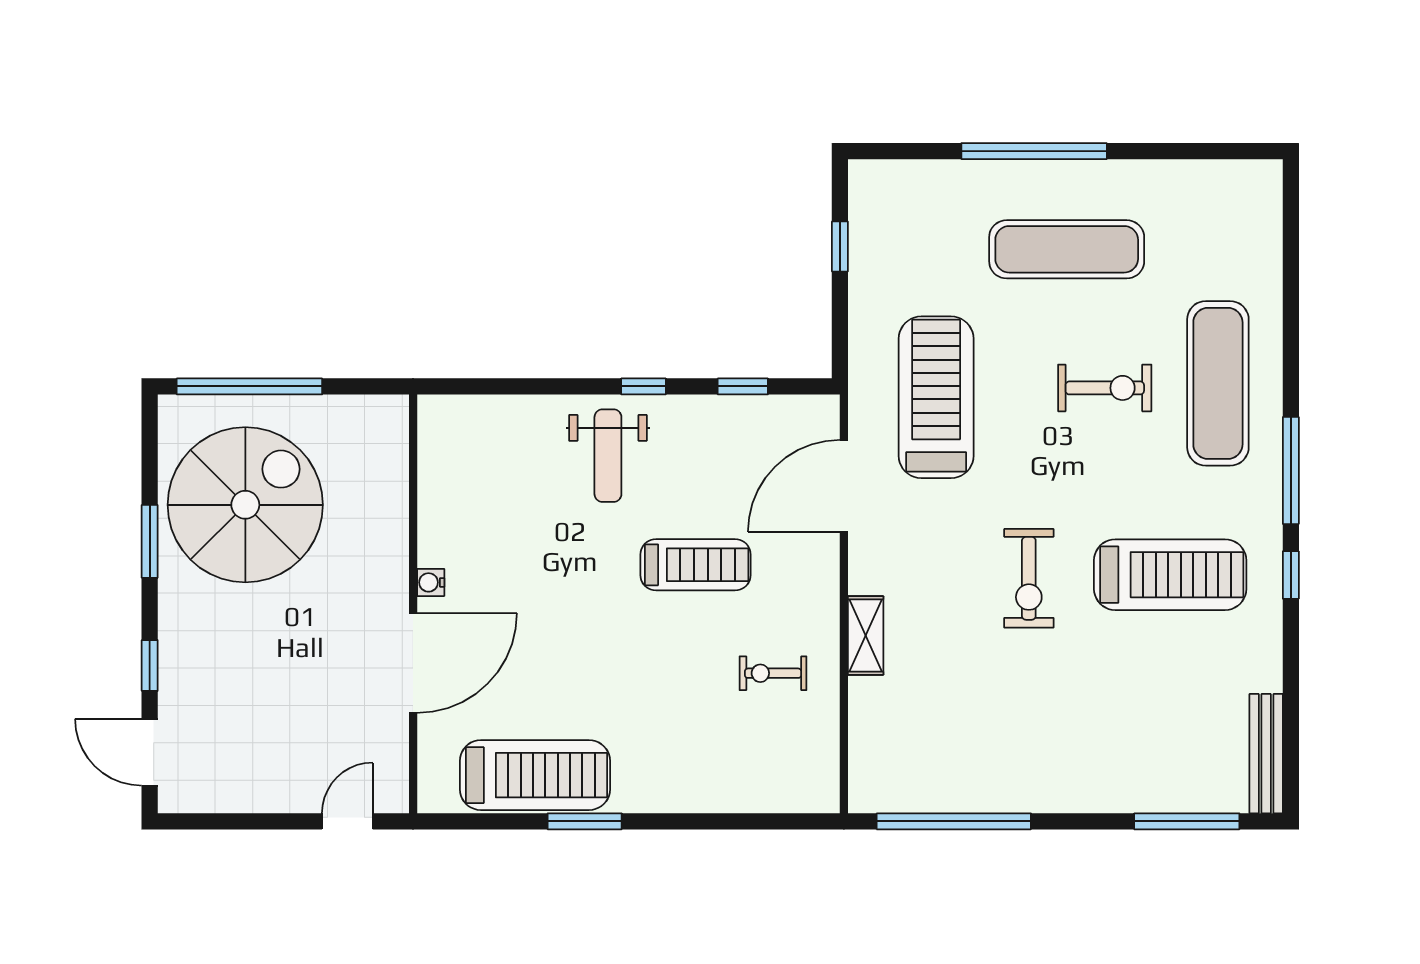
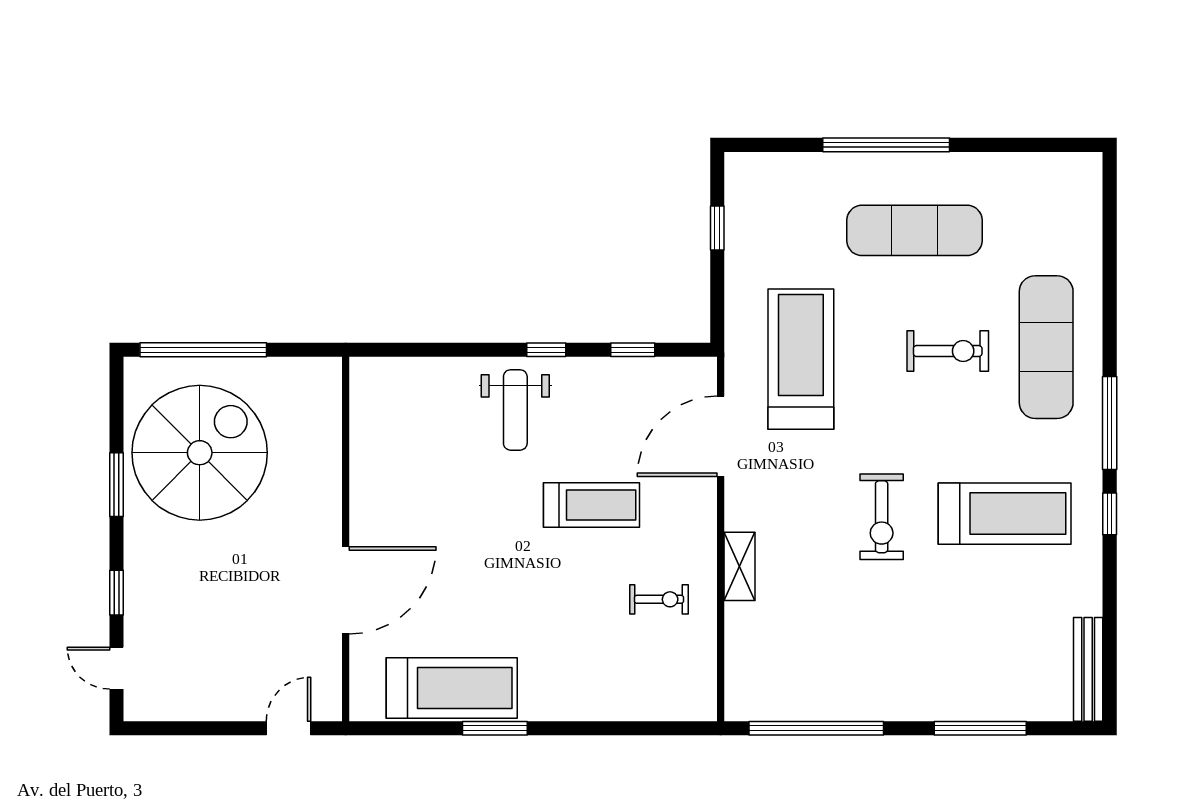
water cooler: (431, 582) -> (361, 520), removed
exercise bike: (773, 673) -> (659, 599), turned 180
door: (150, 752) -> (116, 668), width x0.73
window: (1187, 821) -> (980, 728), moved

